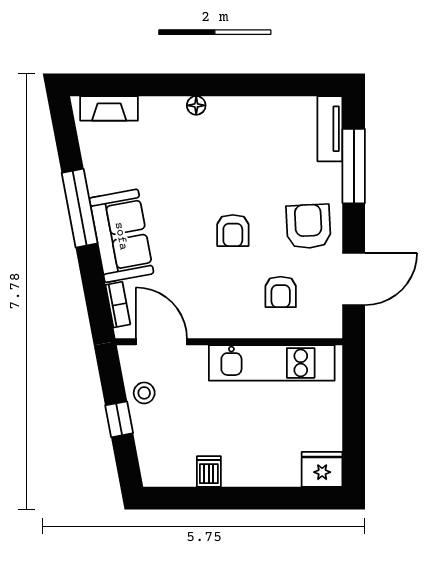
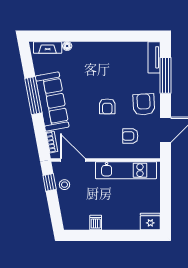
floor lamp: (196, 105) -> (67, 46), moved
sofa: (121, 236) -> (52, 102), width x1.36
armchair: (281, 292) -> (130, 136), turned 90
window: (119, 419) -> (50, 182), moved

